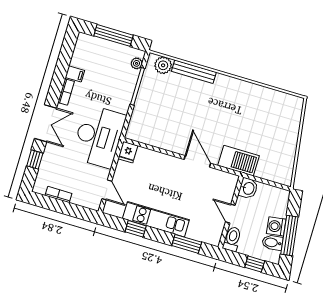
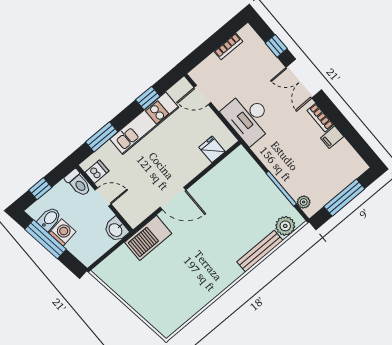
desk: (99, 136) -> (248, 118), width x0.73, depth x0.77
fridge: (128, 152) -> (212, 149), moved
dishwasher: (215, 230) -> (97, 172), added

